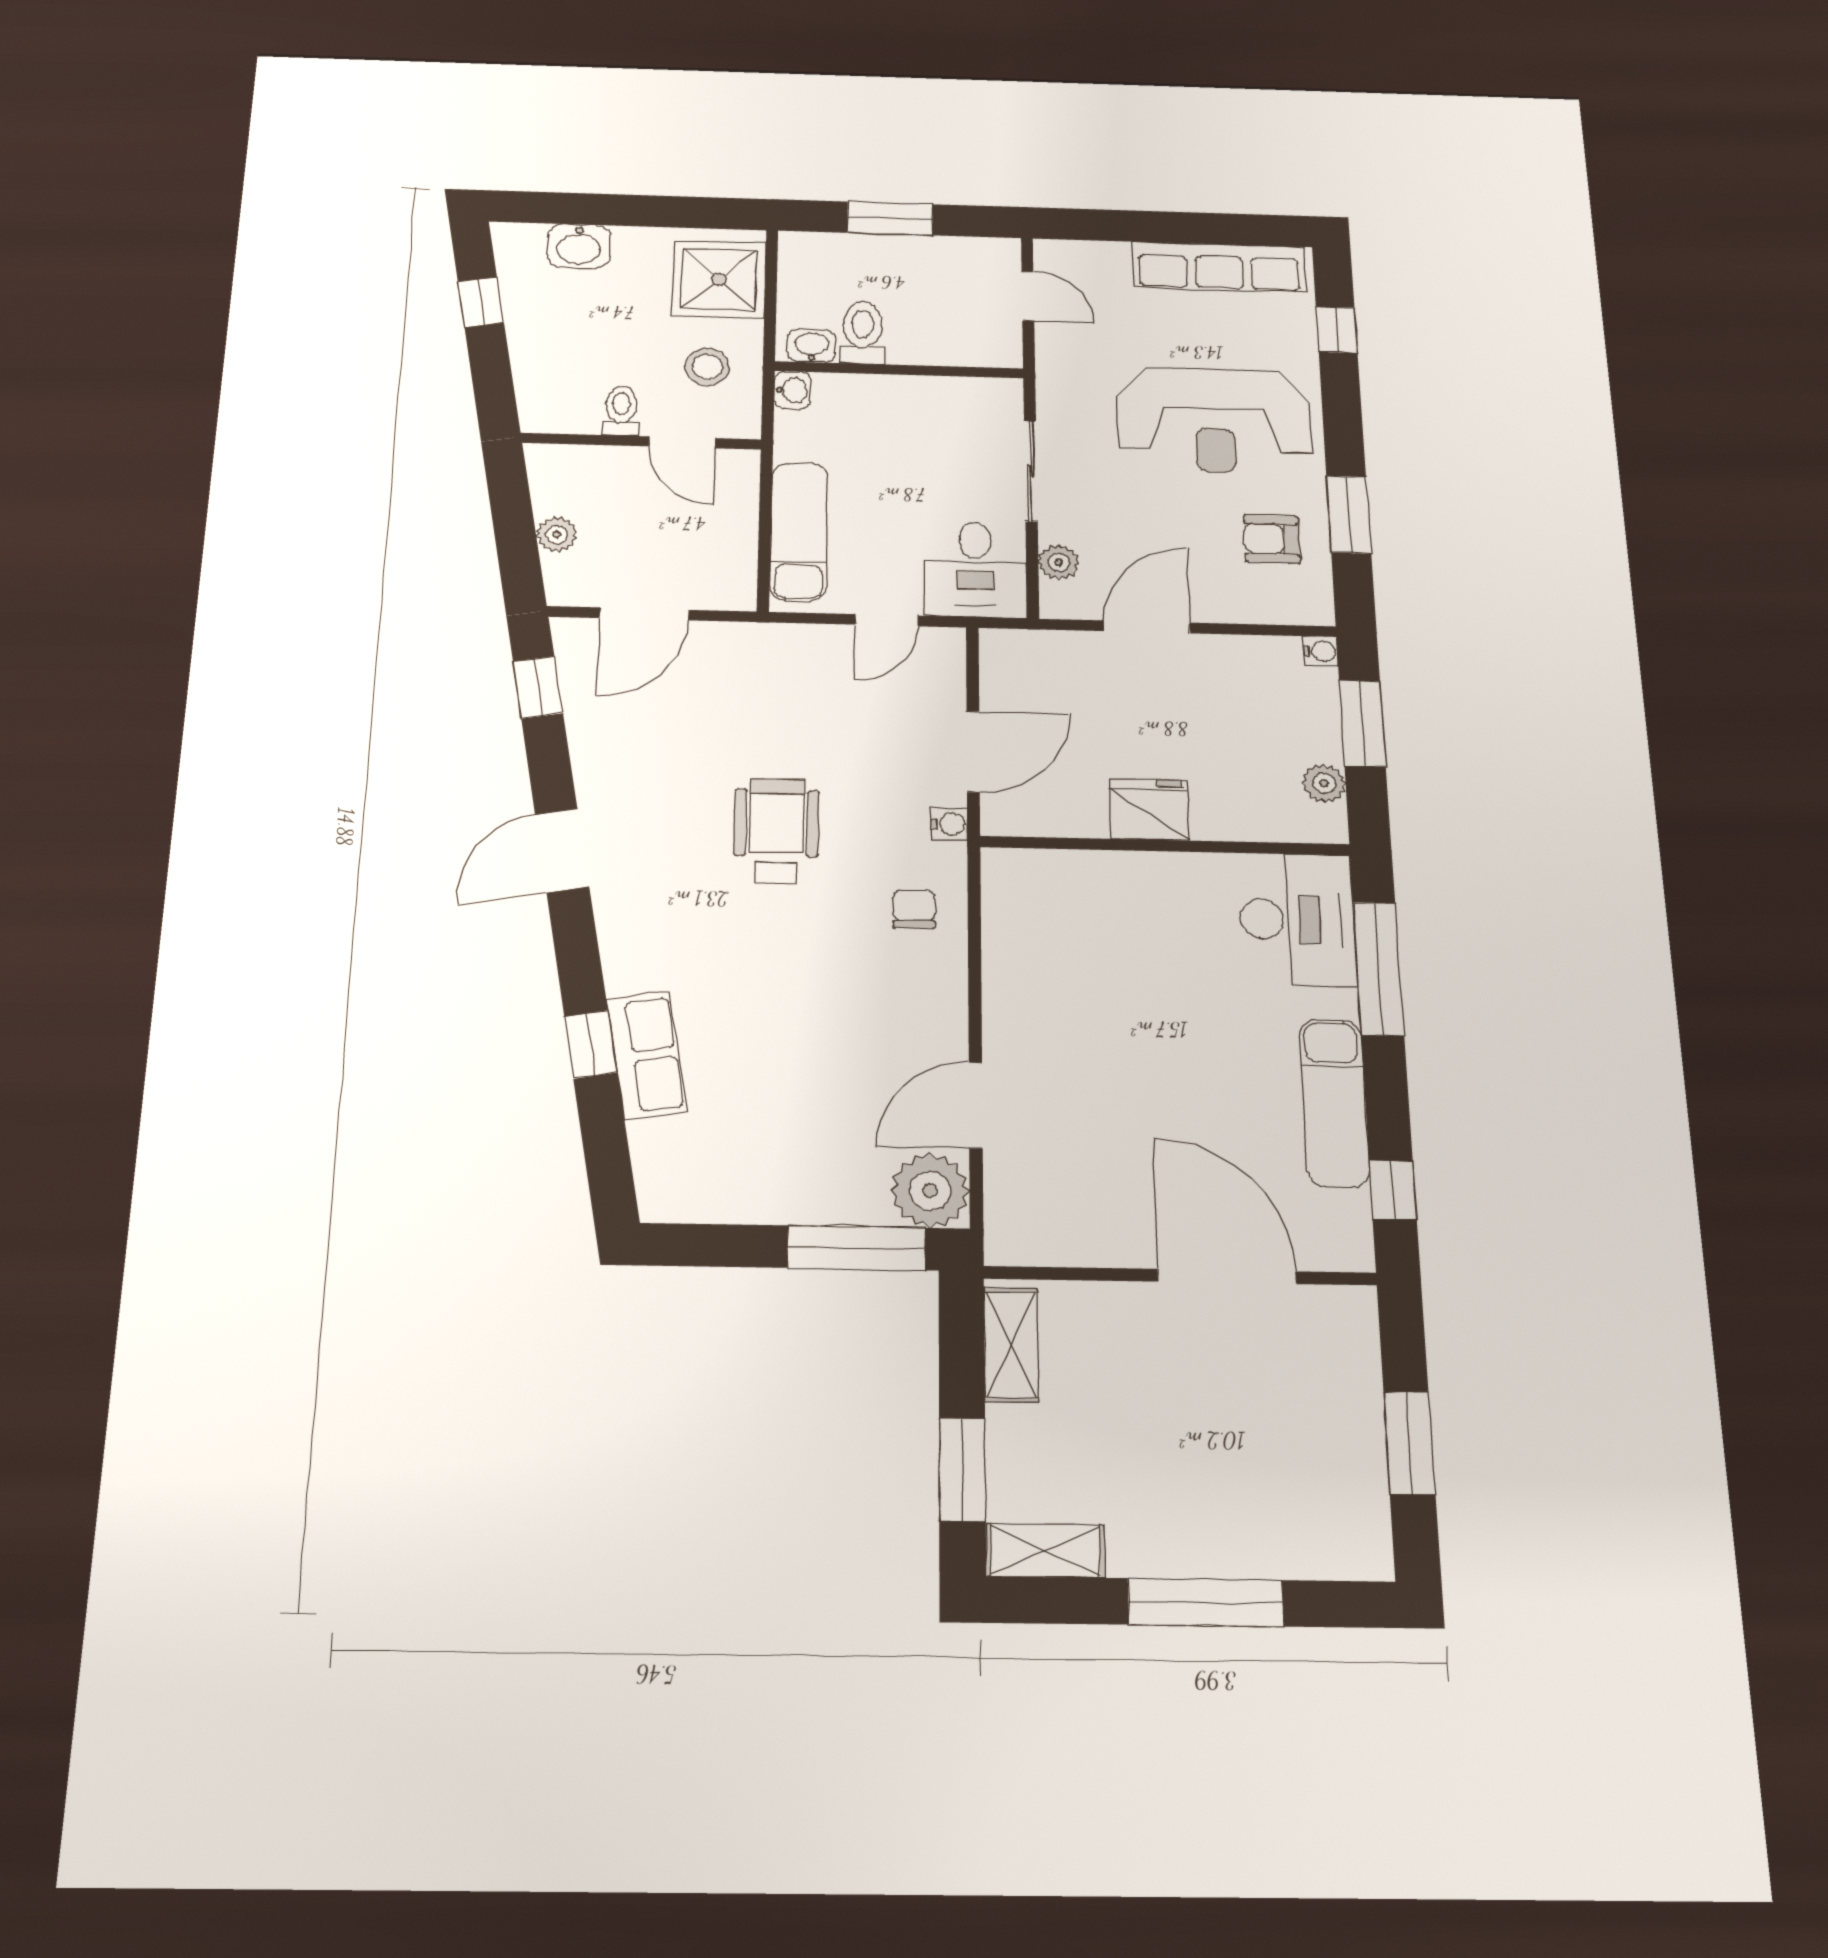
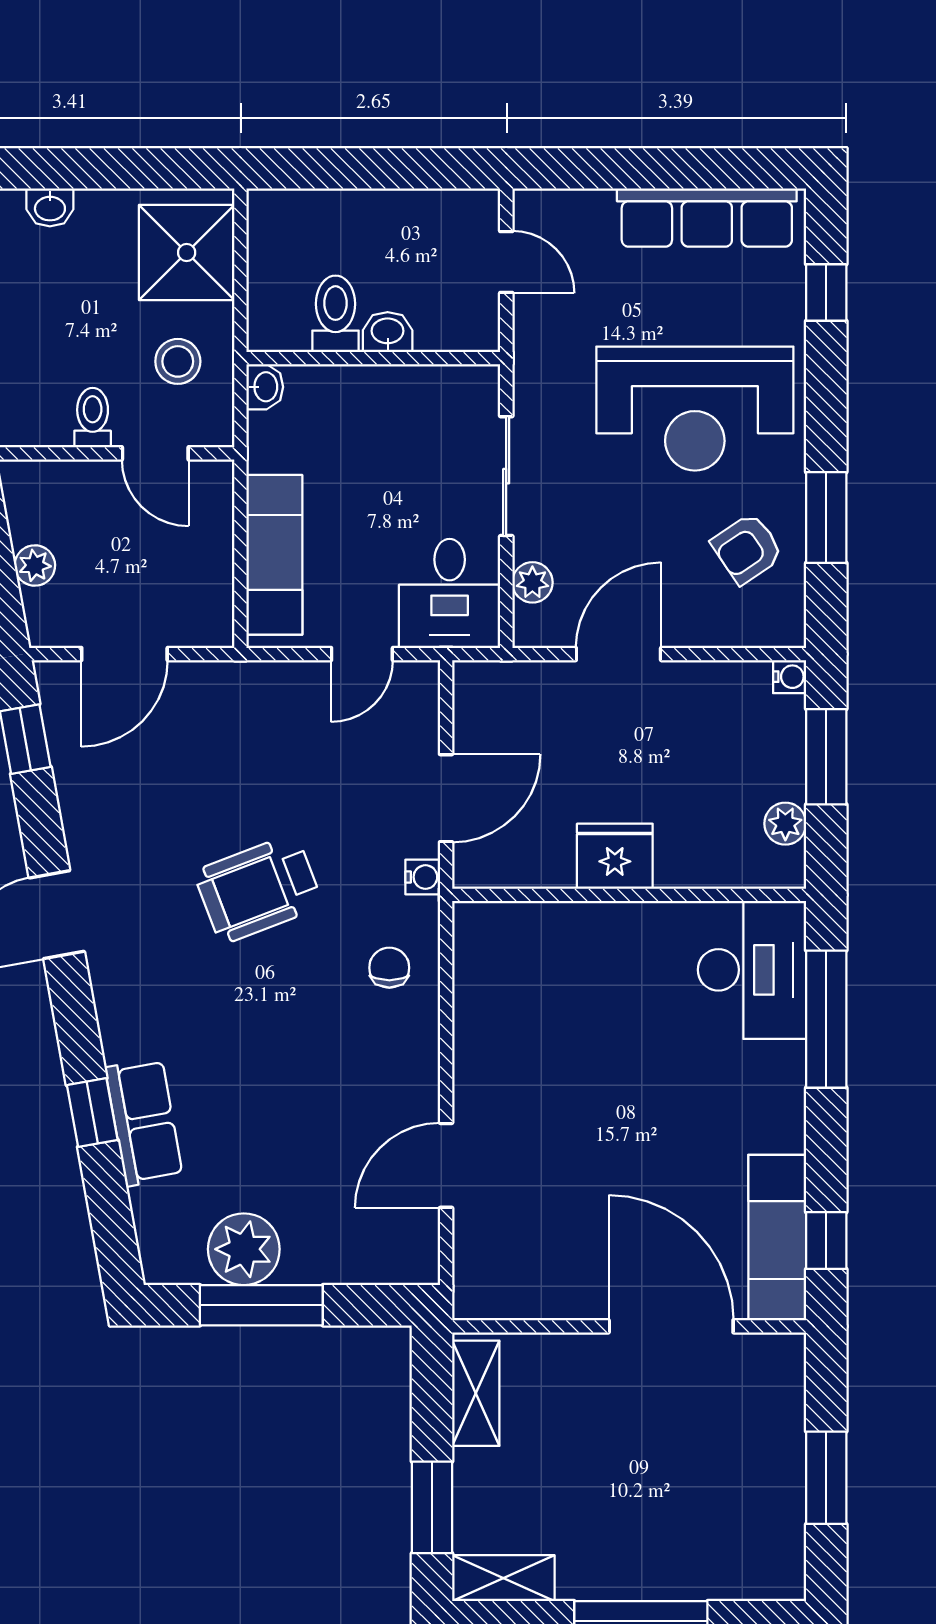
window: (890, 218) -> (363, 168), removed
washbasin: (579, 246) -> (50, 207), width x0.72, depth x0.69
washbasin: (812, 346) -> (388, 332), moved
armchair: (1272, 539) -> (747, 549), turned -34
wheelchair: (776, 831) -> (258, 889), turned -111
exam couch: (1334, 1103) -> (777, 1238), moved
plant: (930, 1190) -> (244, 1249), moved
window: (856, 1248) -> (261, 1305), moved

